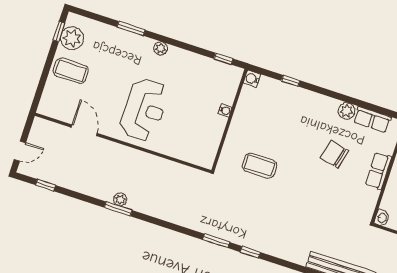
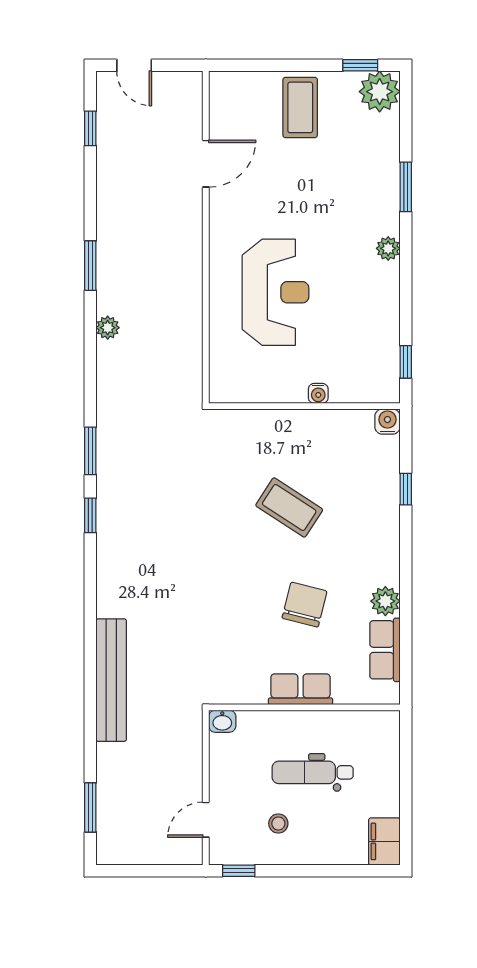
plant: (72, 38) -> (380, 92), moved
reception desk: (144, 110) -> (275, 292), moved, turned -90
coffee table: (260, 166) -> (289, 507), moved, turned -57
plant: (120, 199) -> (108, 328), moved

